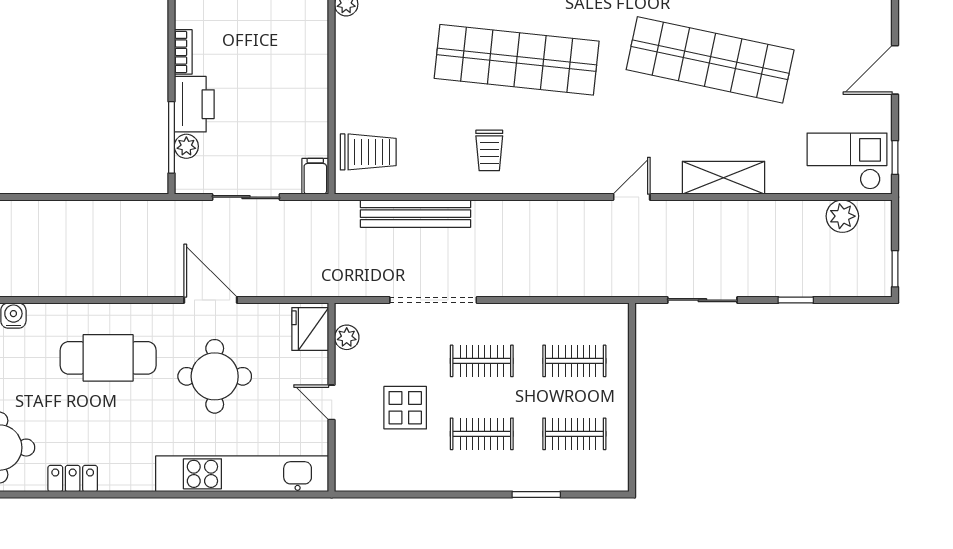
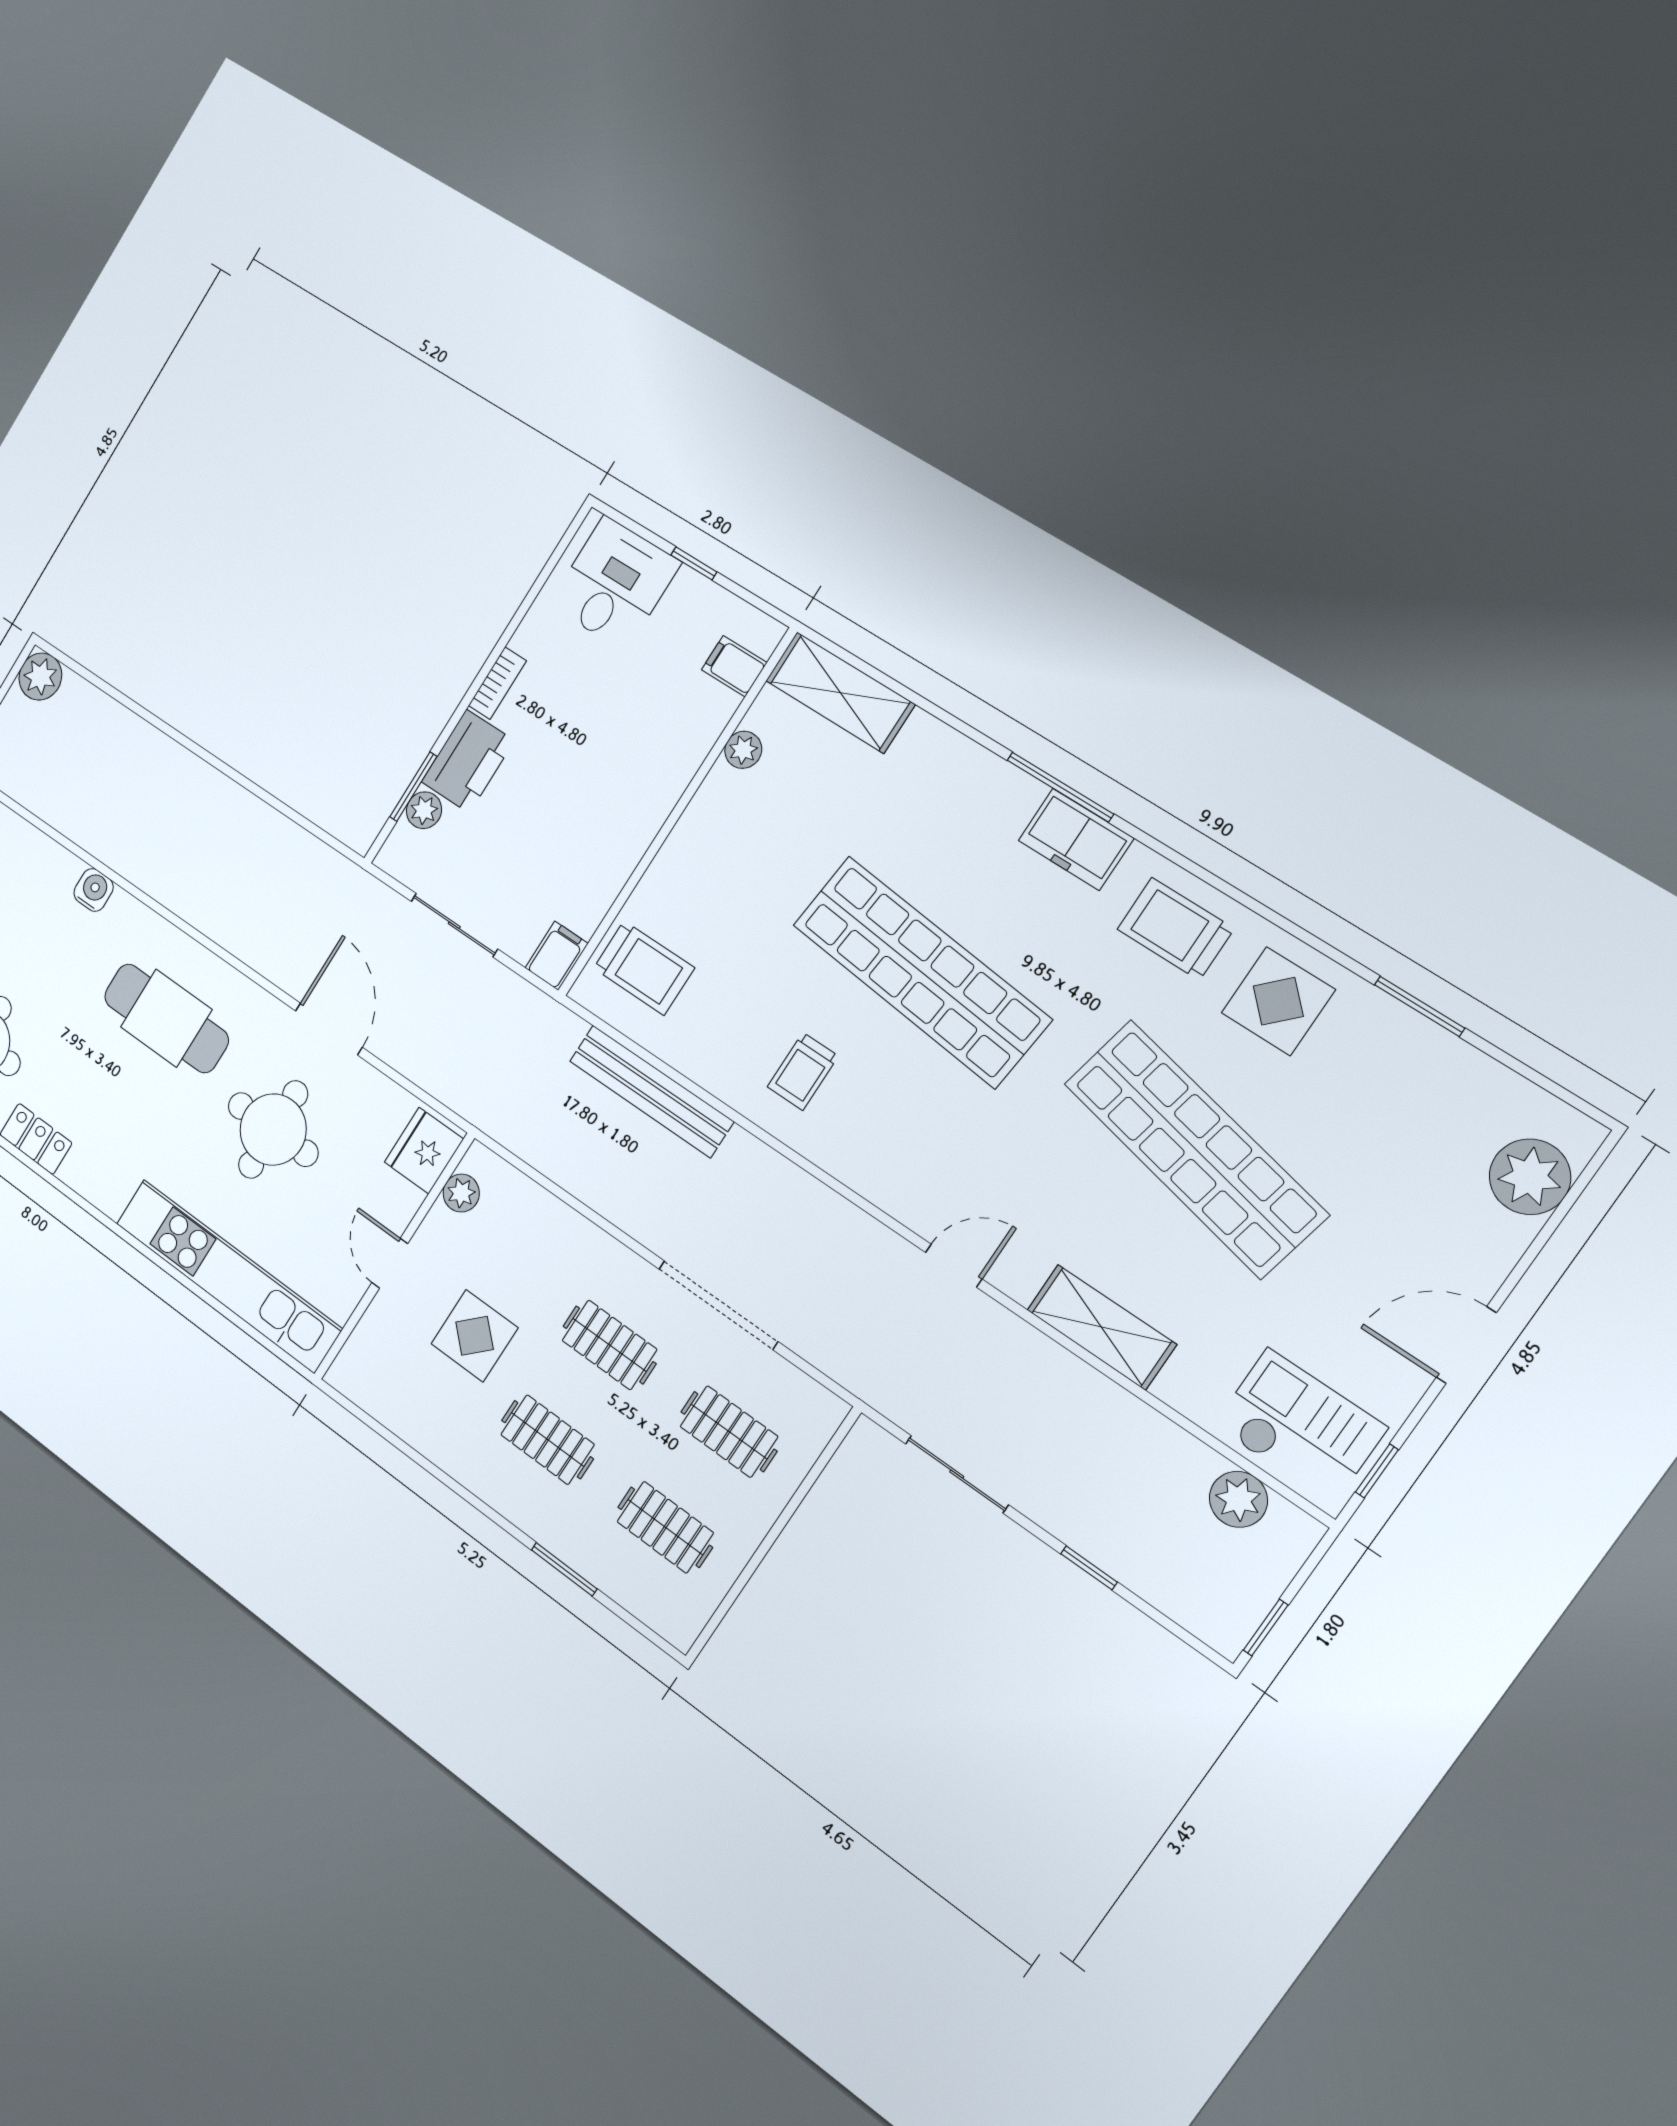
window: (171, 137) -> (413, 787), width x0.69
doorway: (433, 300) -> (718, 1305), moved

